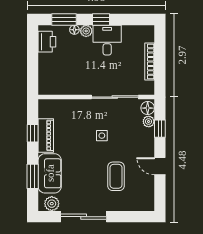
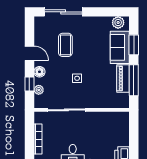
floor lamp: (148, 108) -> (39, 72), moved
window: (33, 133) -> (134, 80), width x2.17
sliding door: (84, 217) -> (63, 12), moved

